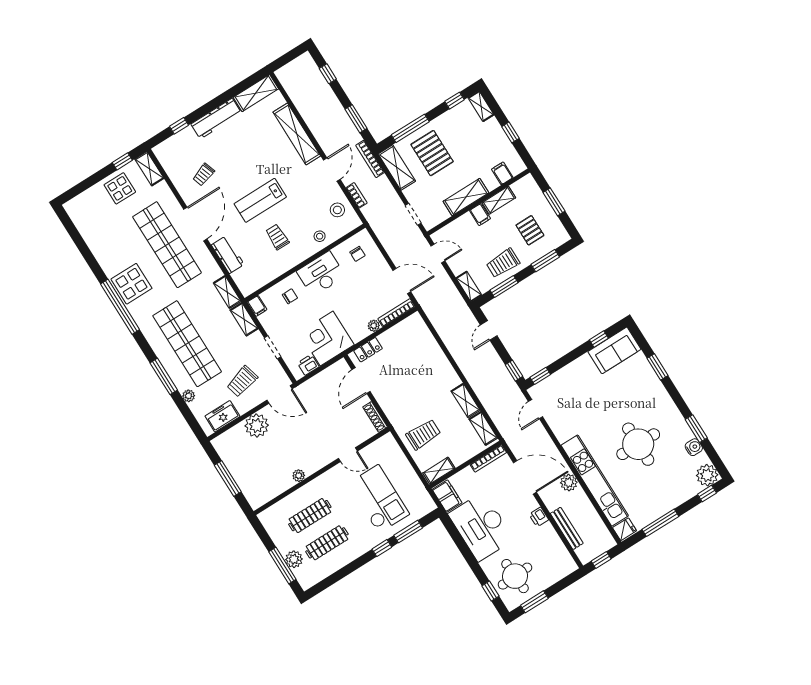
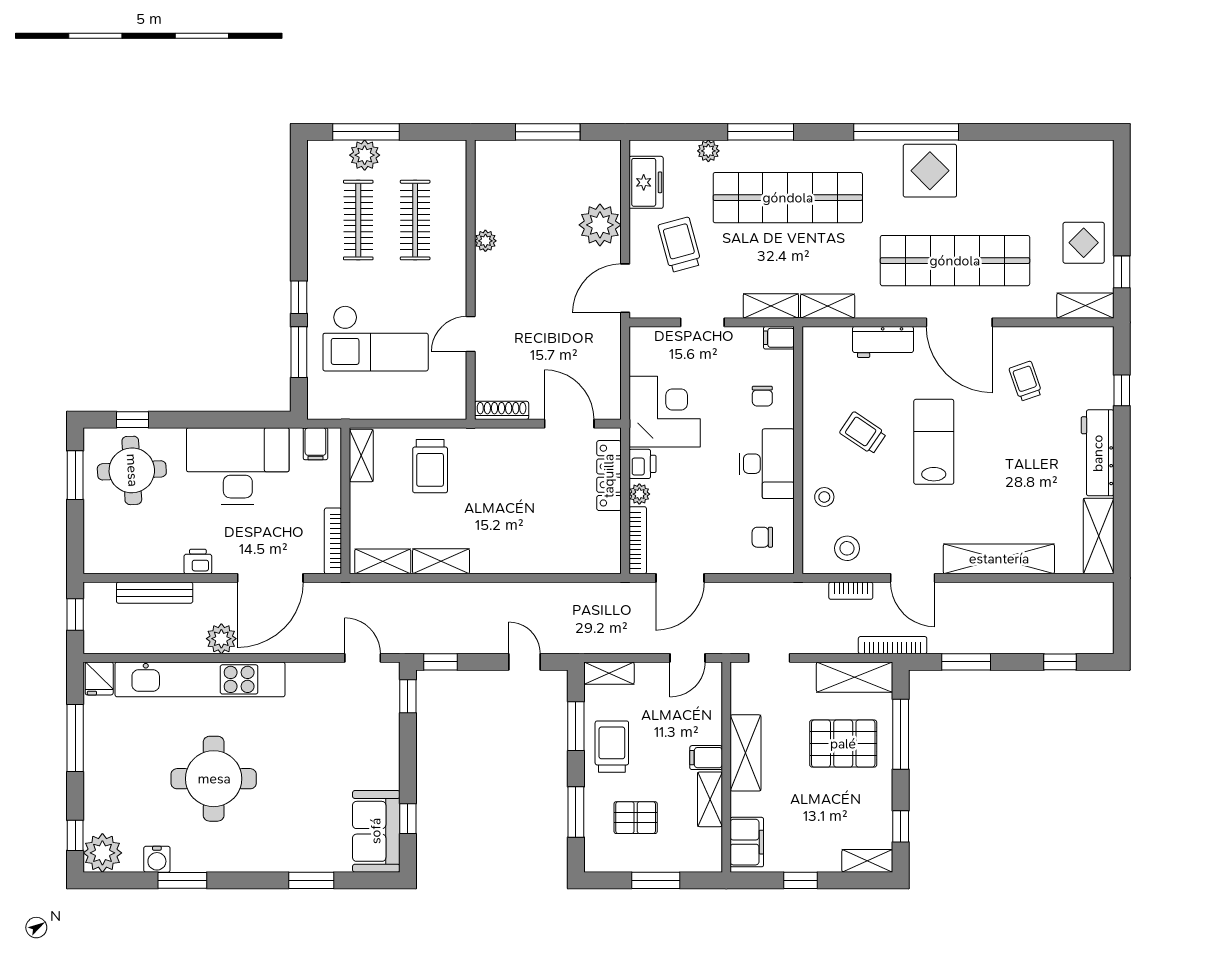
filing cabinet: (502, 173) -> (747, 842), width x2.00
trolley: (277, 237) -> (863, 433), turned -146
locker: (368, 350) -> (609, 476), width x1.53
printer: (308, 365) -> (642, 464), moved
filing cabinet: (447, 496) -> (315, 444), width x0.50

